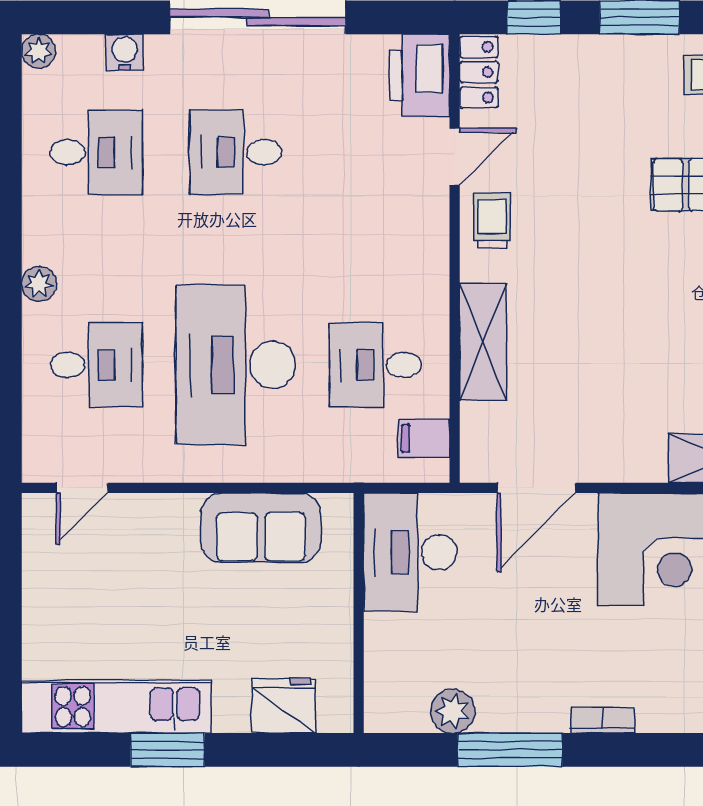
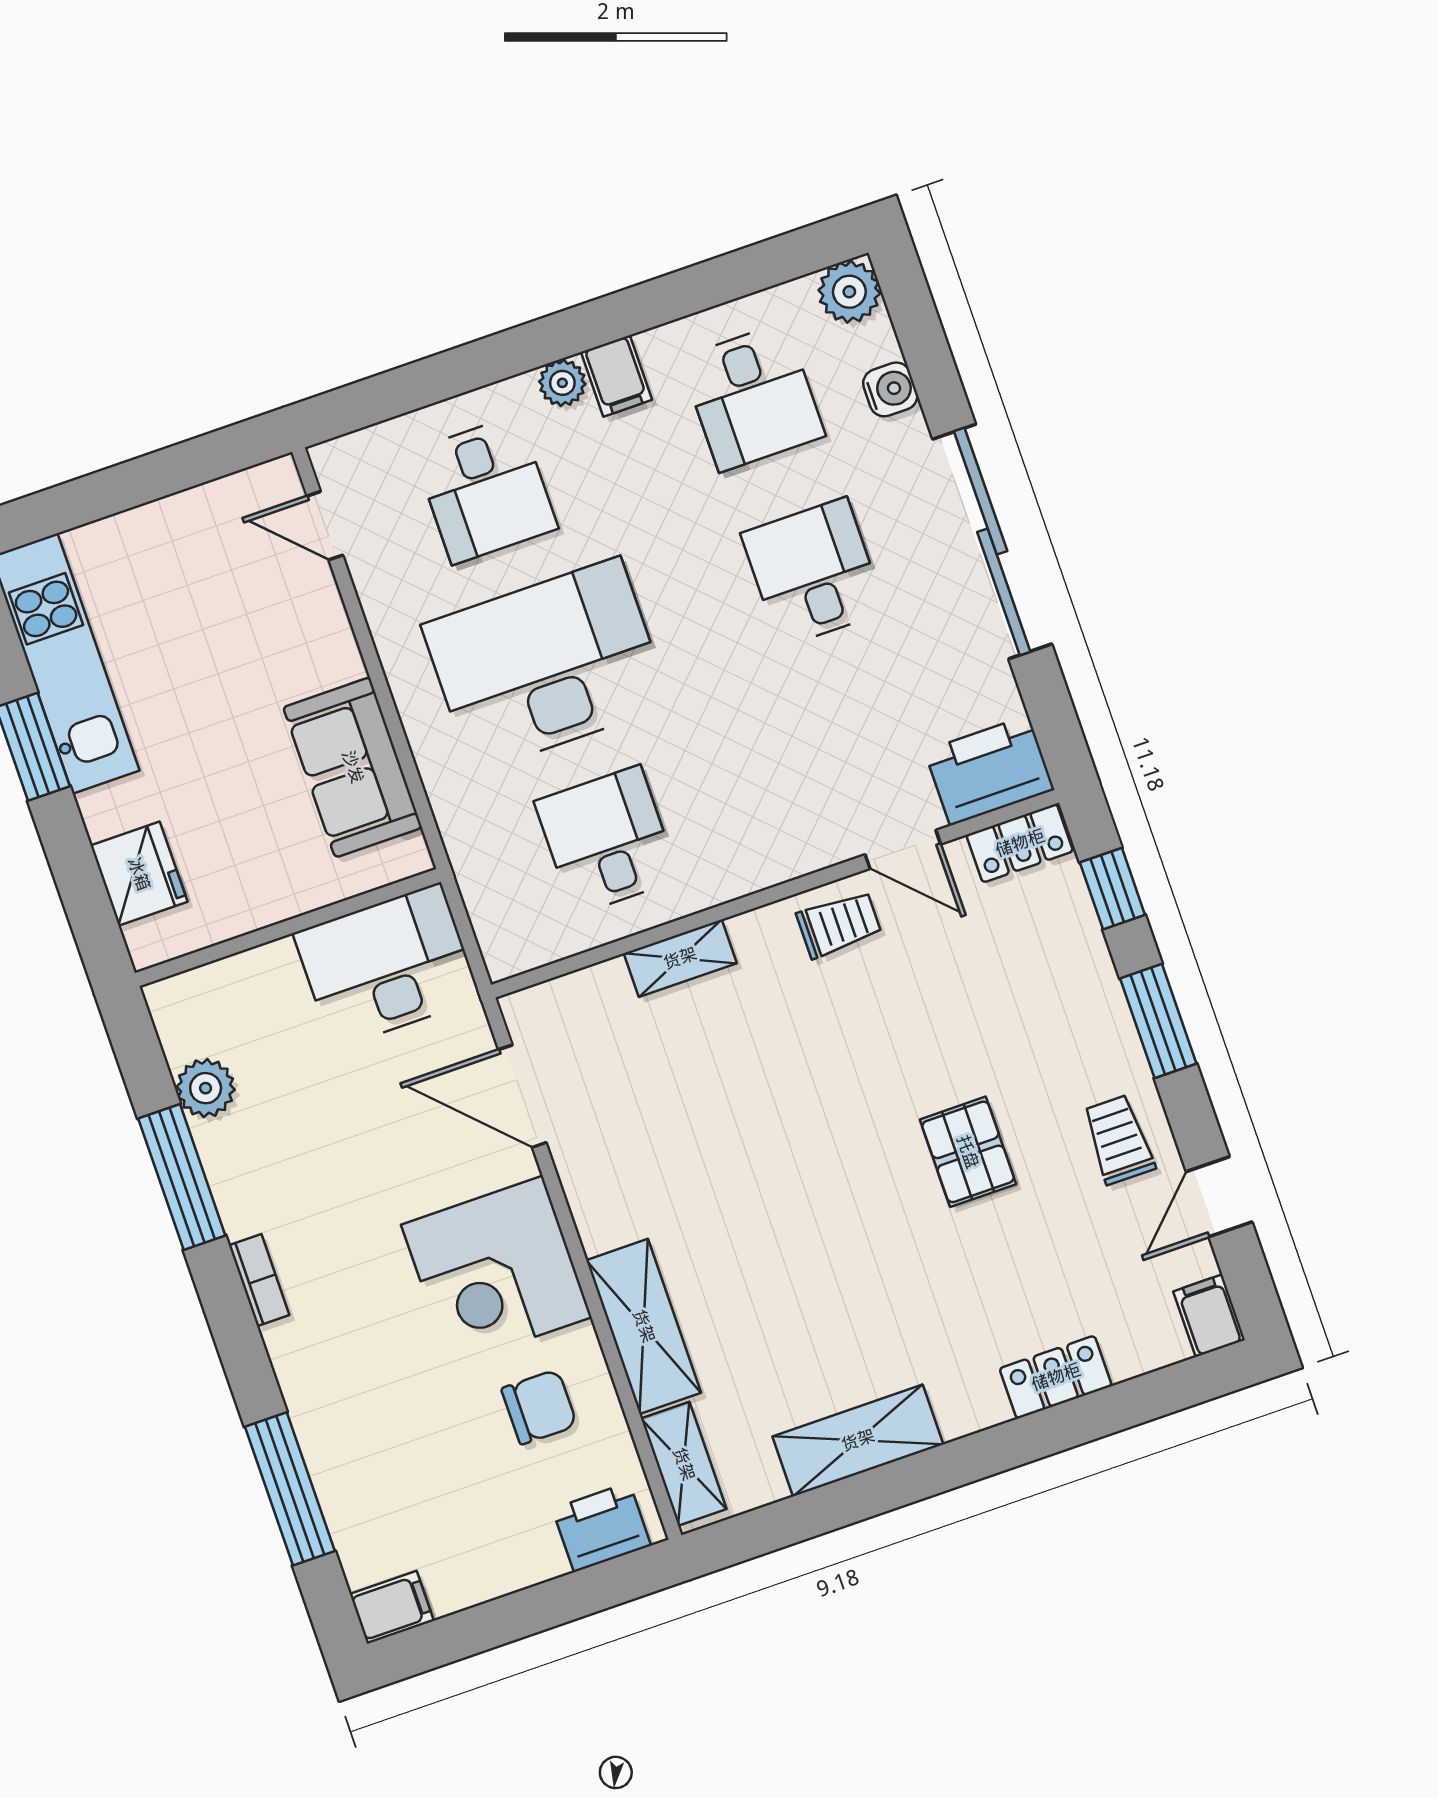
plant: (39, 51) -> (849, 292), width x1.38, depth x1.38
shelving: (483, 342) -> (680, 958), width x0.67, depth x0.75
filing cabinet: (424, 438) -> (617, 376), moved, turned 180

